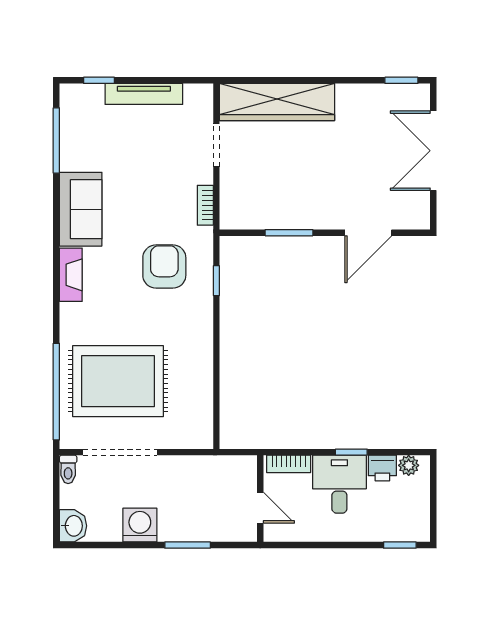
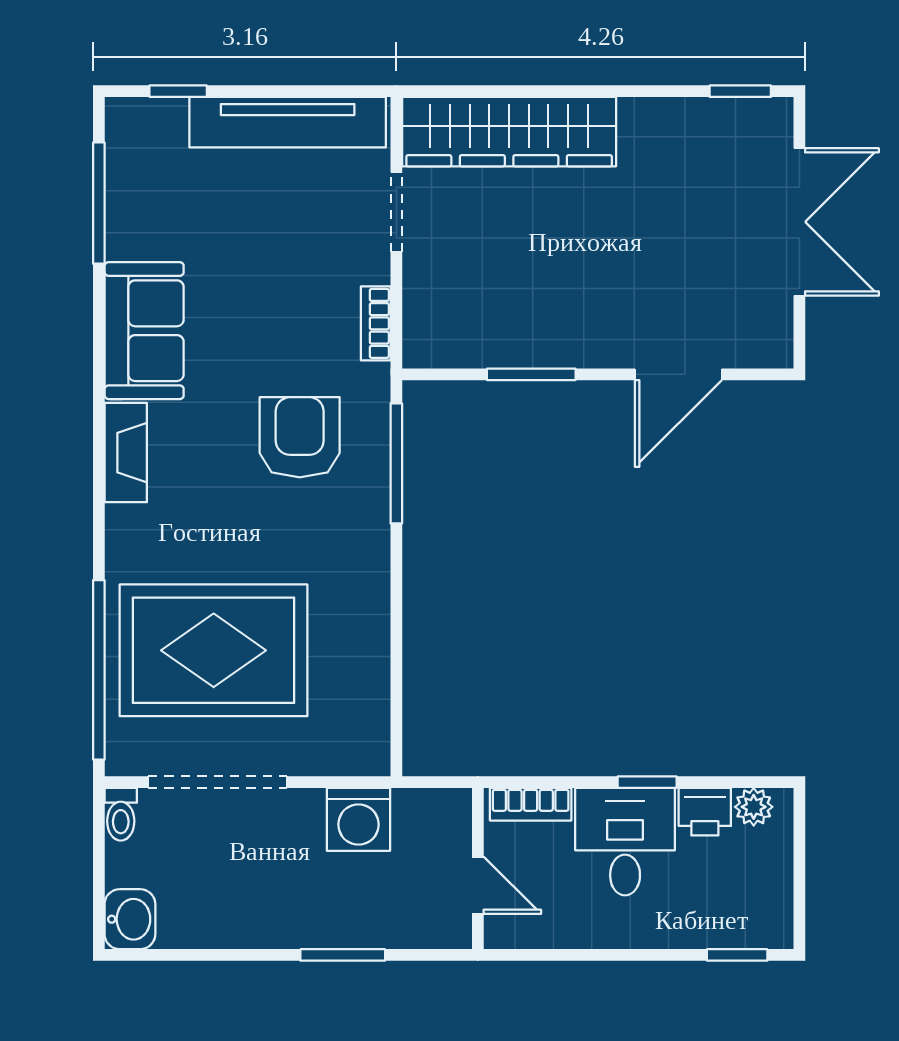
tv unit: (144, 94) -> (288, 122), width x1.36, depth x1.29
double door: (433, 151) -> (799, 222), swing flipped
window: (216, 281) -> (396, 463), width x2.17
washing machine: (140, 525) -> (358, 819), moved, turned 180

